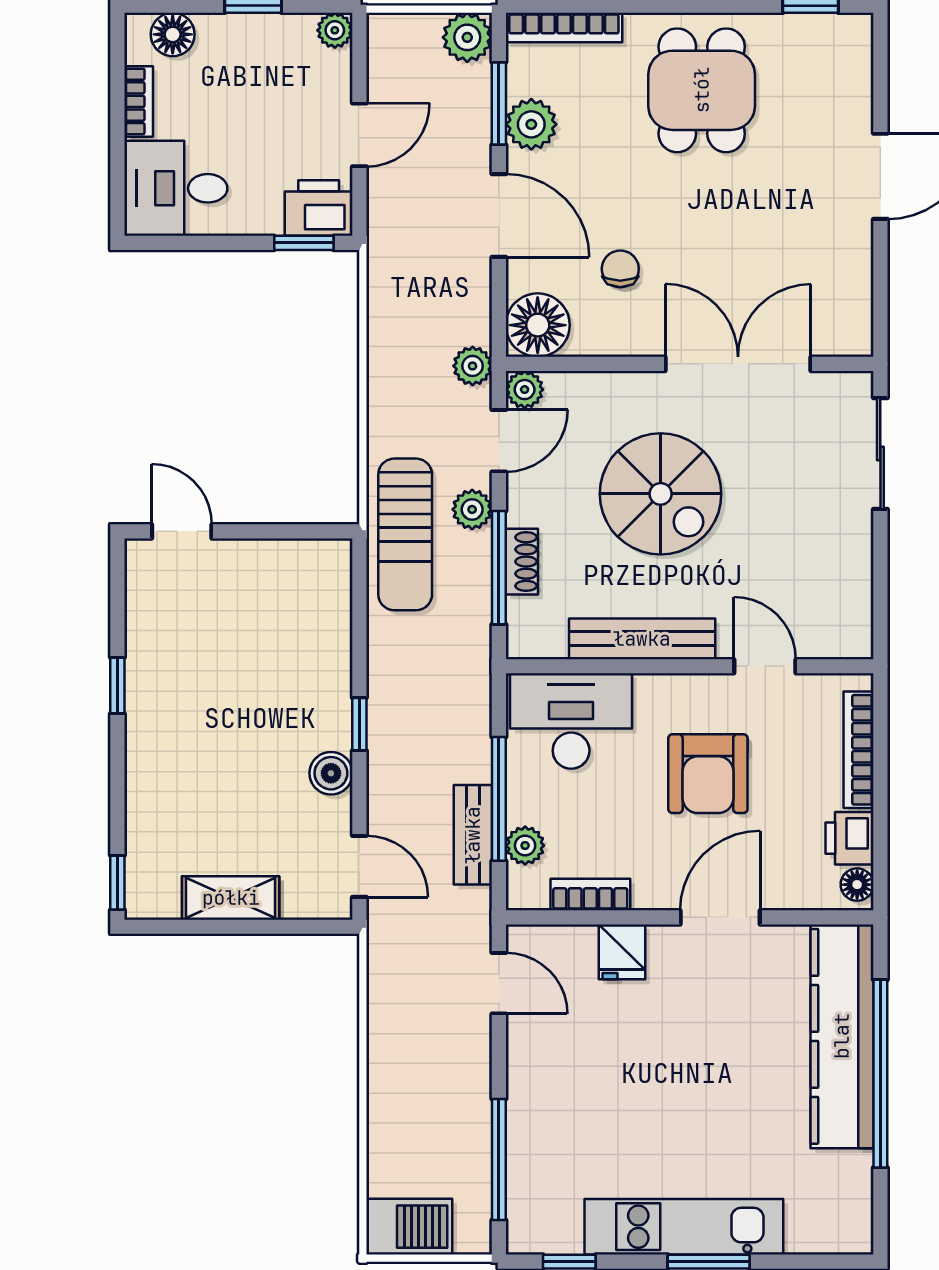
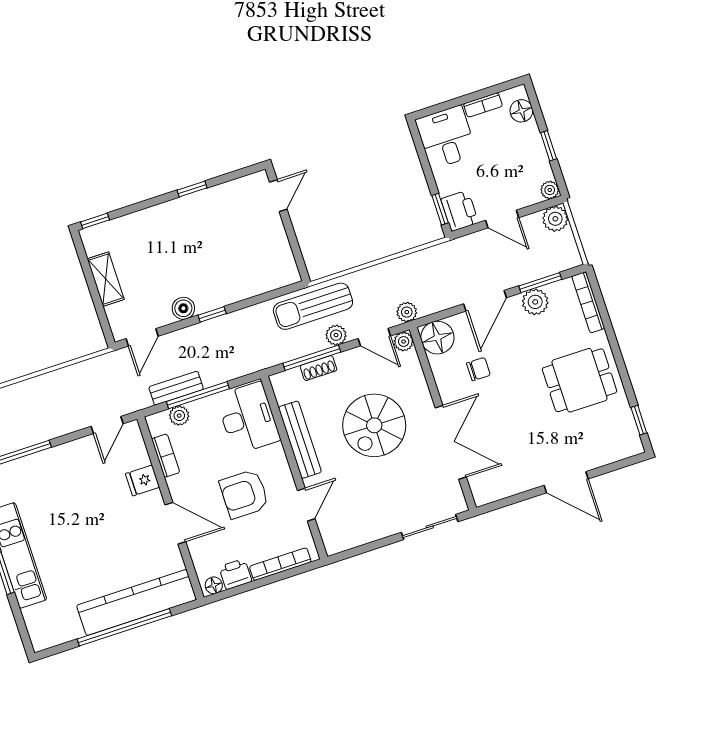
plant: (467, 37) -> (555, 219), moved

